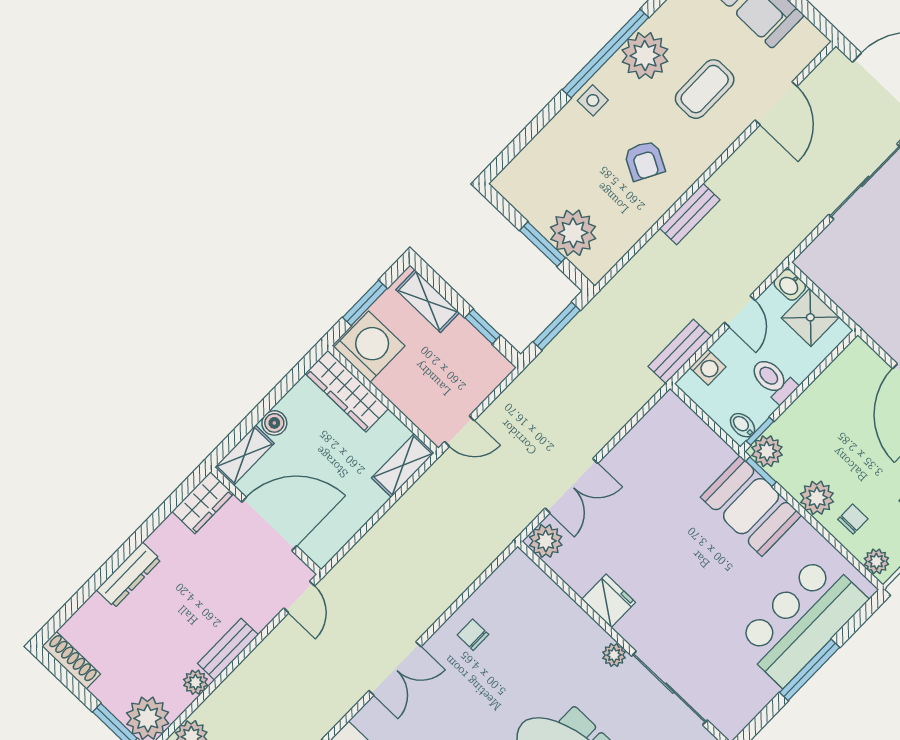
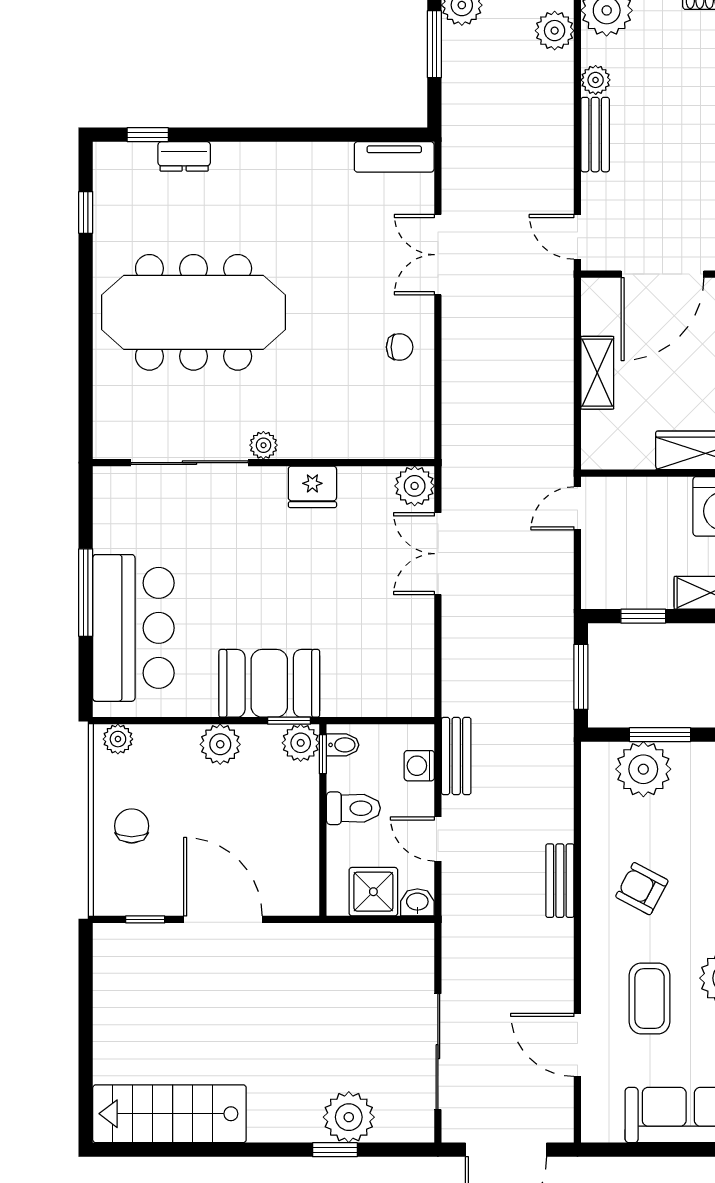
shelving: (403, 465) -> (597, 373), moved
chair: (853, 519) -> (172, 756), removed

